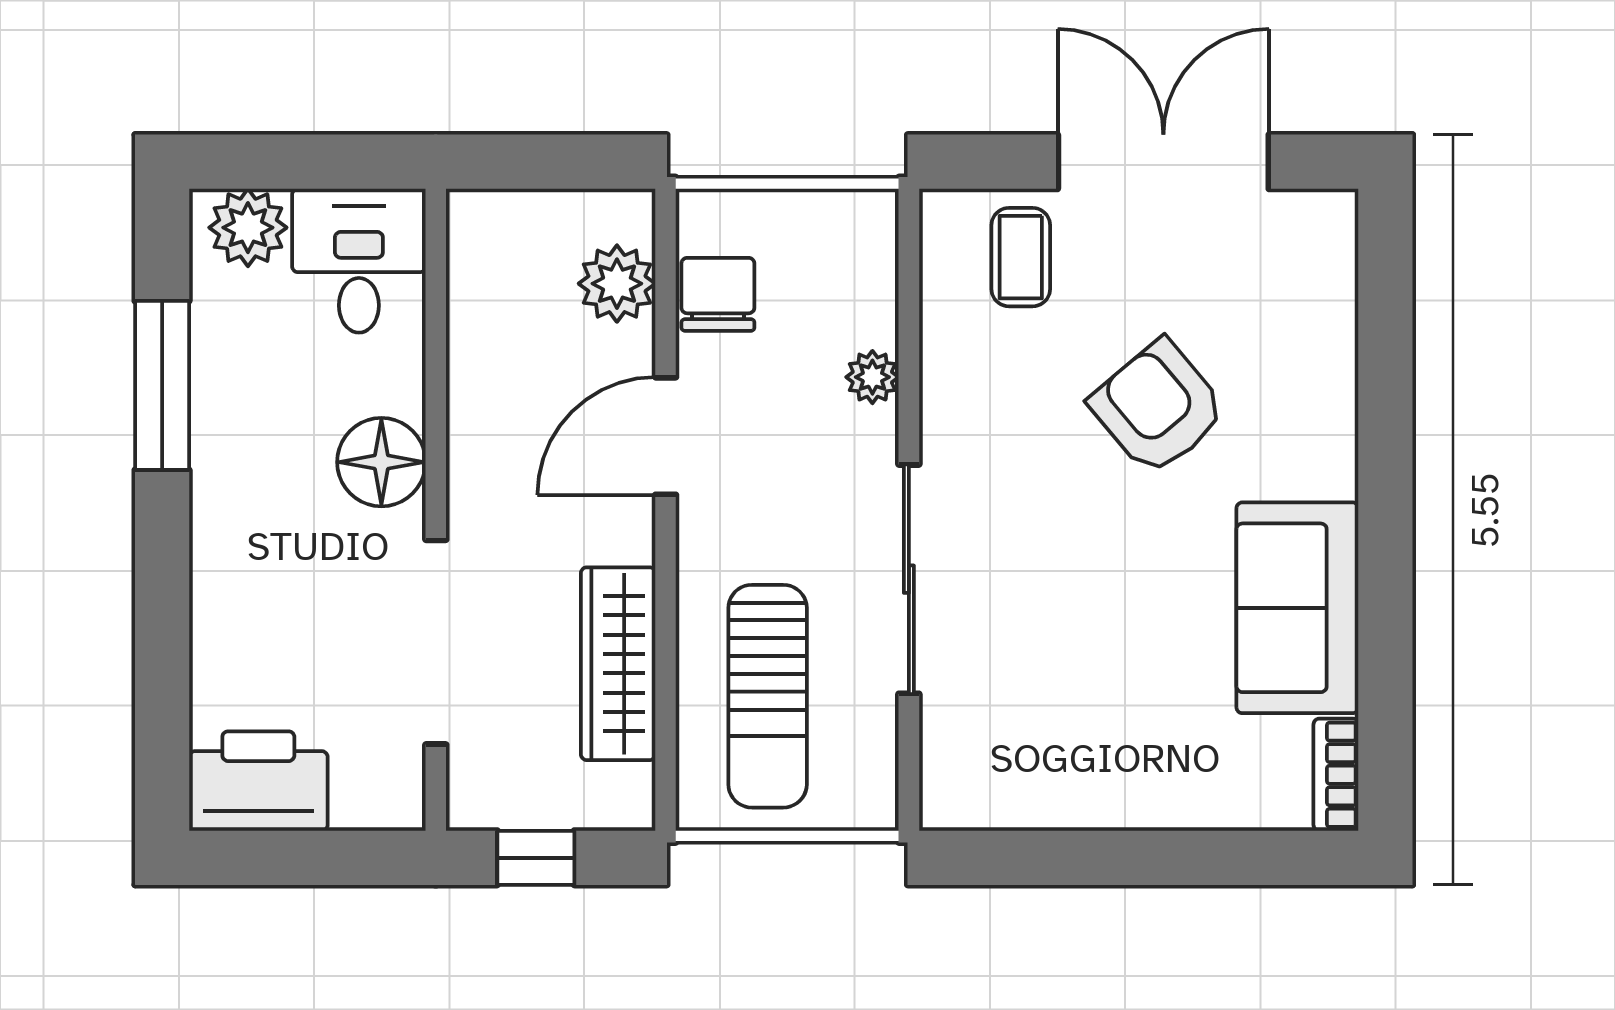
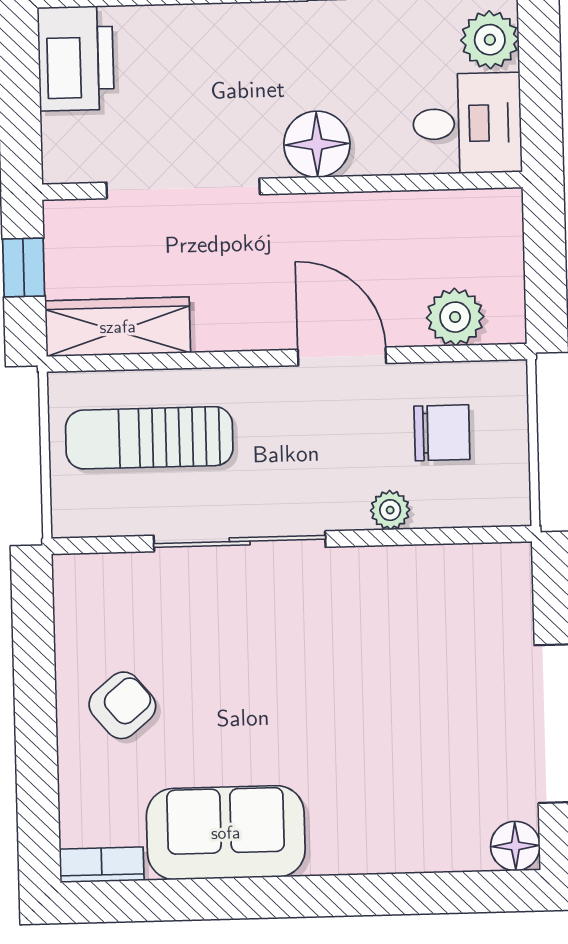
floor lamp: (1325, 222) -> (515, 846), added
coffee table: (1021, 257) -> (483, 619), removed
chair: (718, 294) -> (442, 433), moved
armchair: (1158, 408) -> (122, 705), moved, width x0.72, depth x0.72
wardrobe: (618, 664) -> (118, 327), moved

